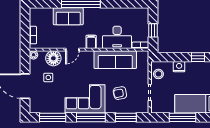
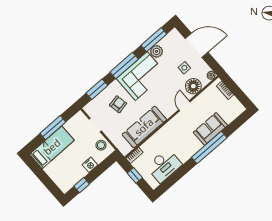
desk: (117, 37) -> (164, 166), moved, turned 180
filing cabinet: (91, 42) -> (175, 124), removed
plant: (58, 107) -> (157, 51), added

